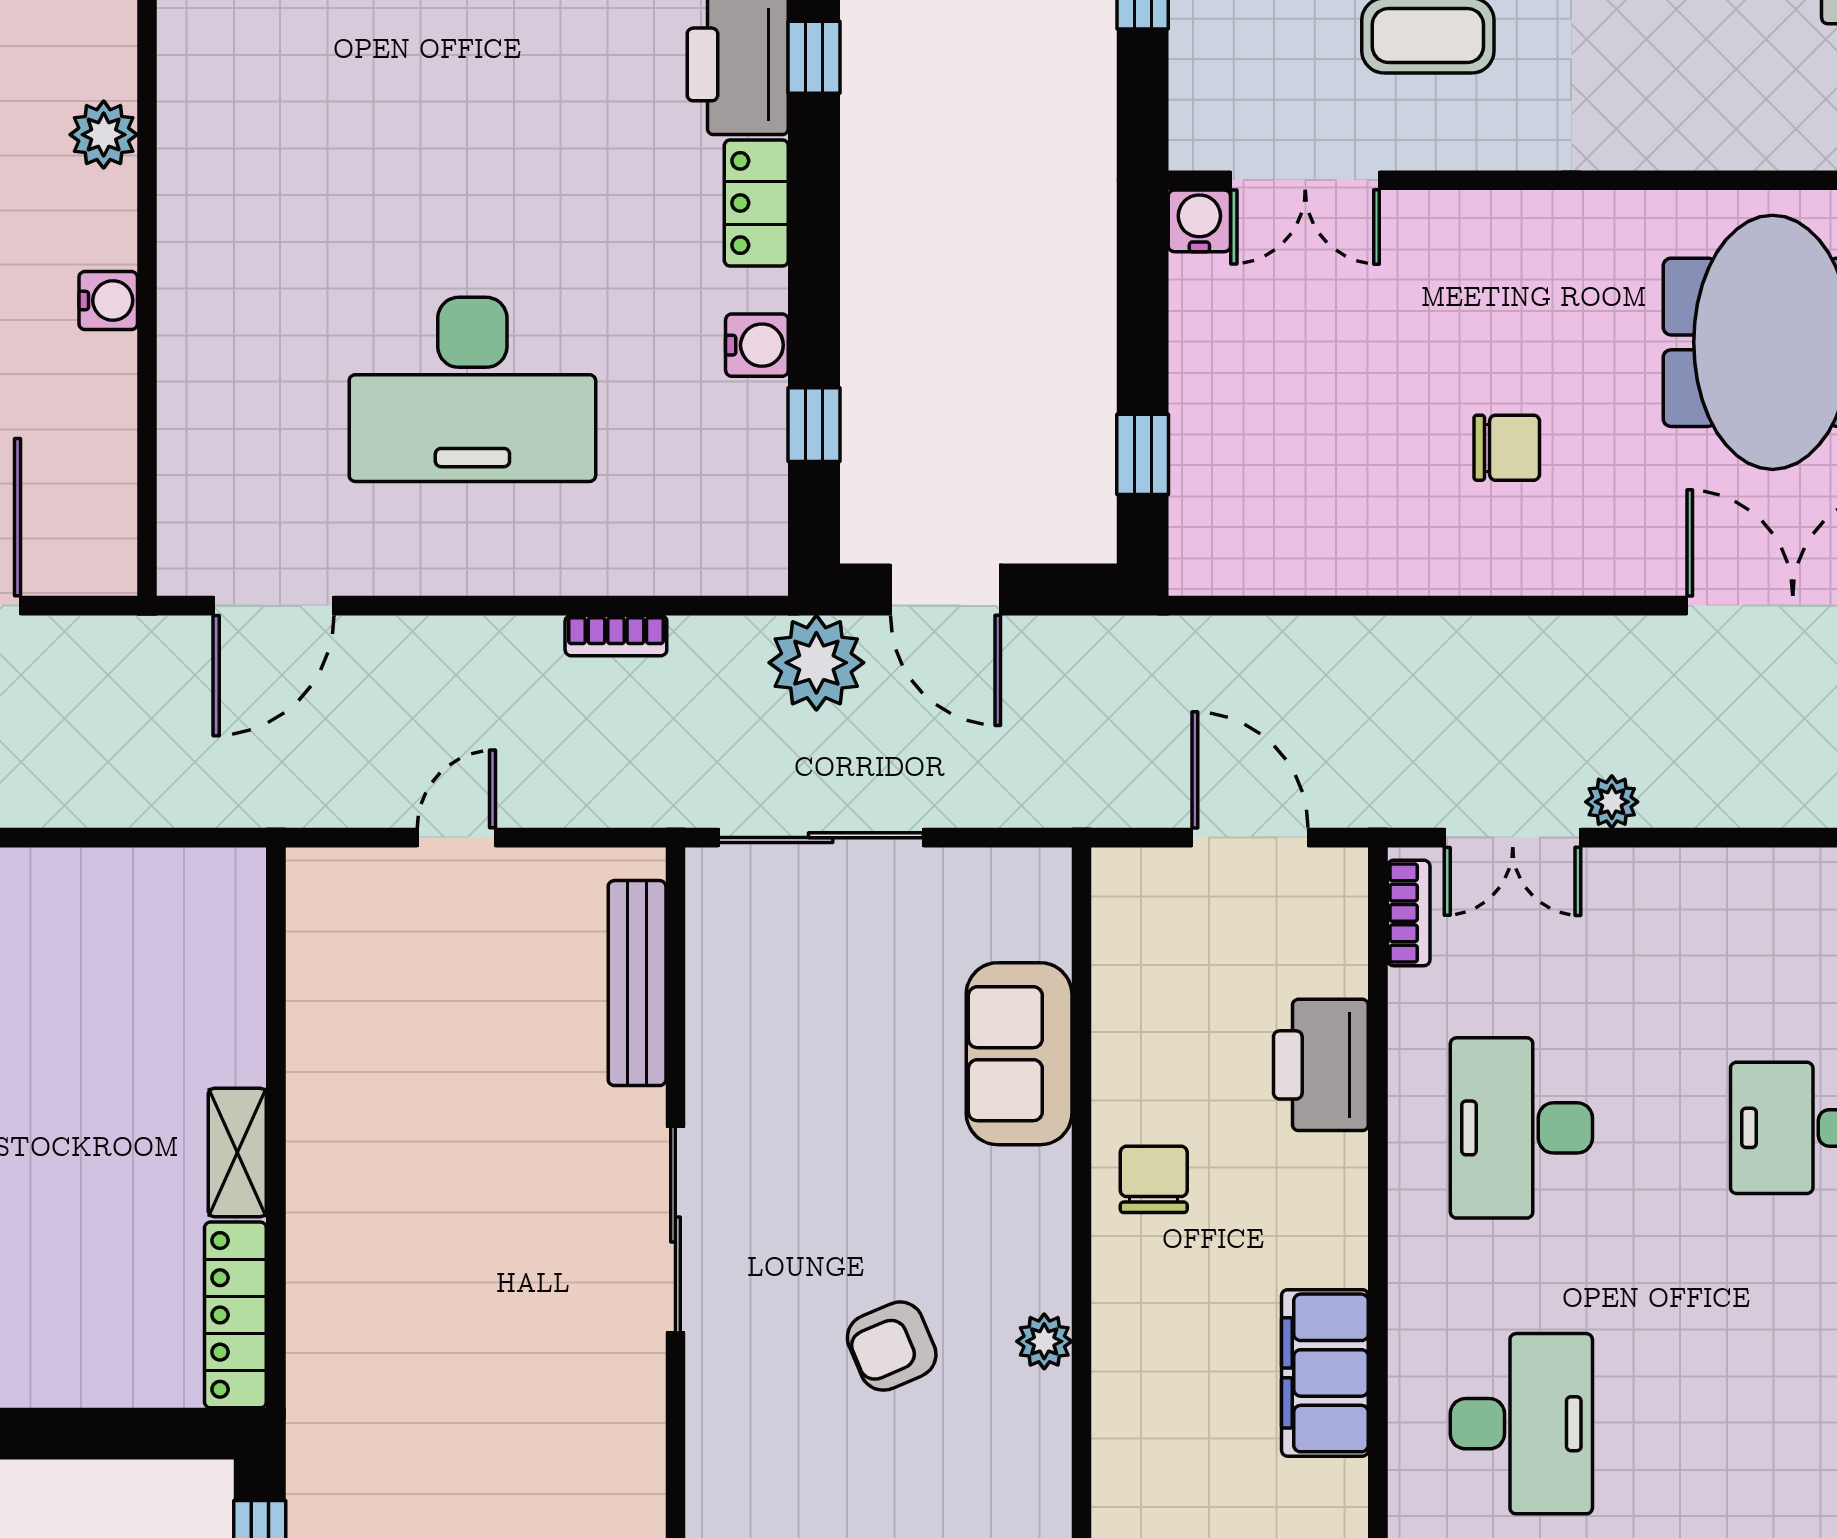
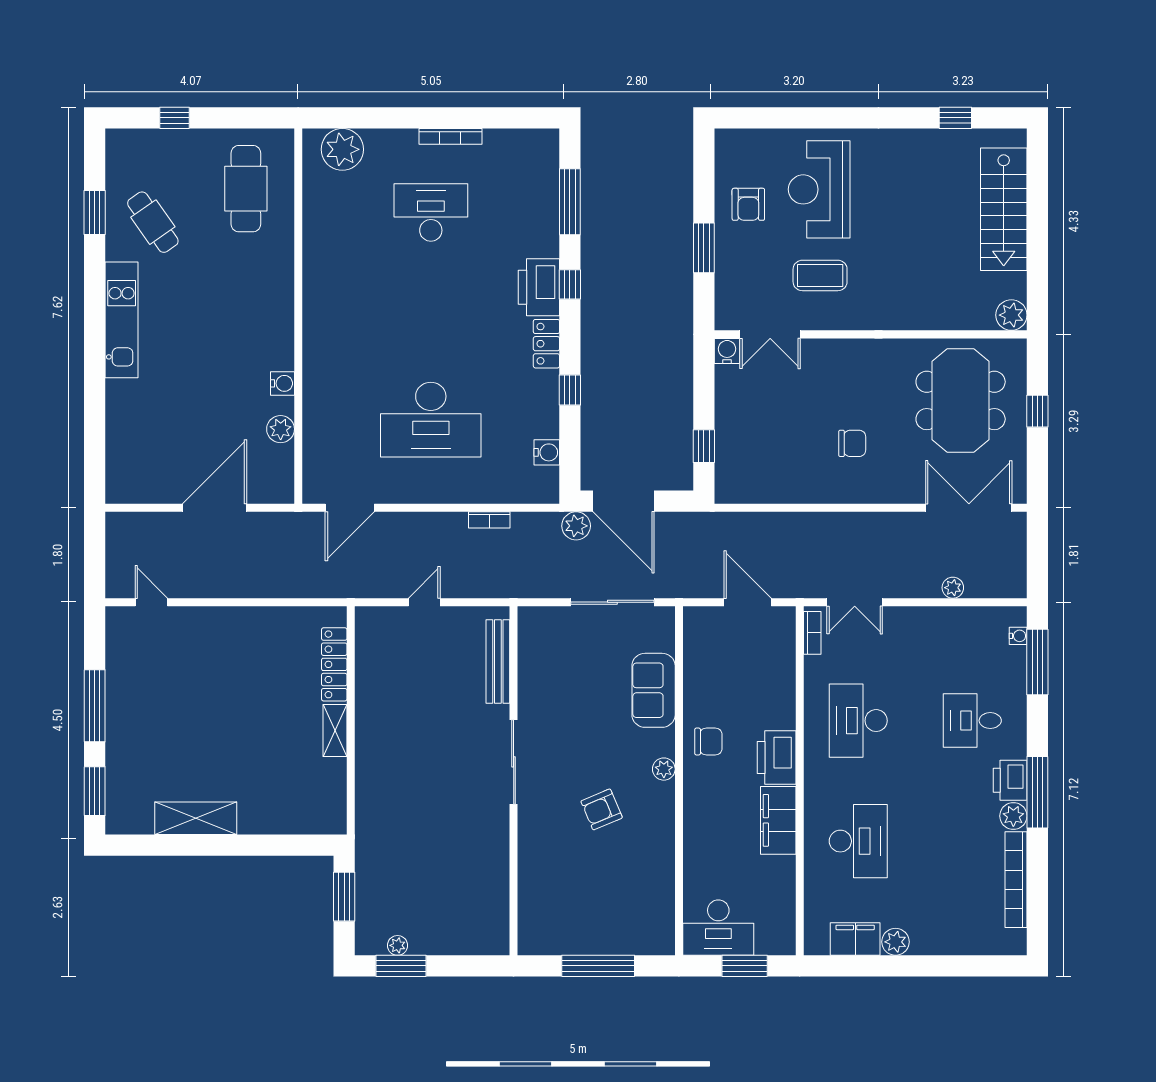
plant: (104, 135) -> (281, 429), moved
water cooler: (757, 345) -> (547, 452), moved
window: (814, 425) -> (570, 390), moved
door: (945, 589) -> (624, 501), width x1.36
plant: (816, 663) -> (576, 526), width x0.73, depth x0.73
plant: (1612, 802) -> (953, 588), moved
sliding door: (821, 838) -> (612, 602), moved
printer: (1321, 1065) -> (777, 757), moved
chair: (1154, 1179) -> (708, 741), turned 90
locker: (235, 1315) -> (334, 664), moved
plant: (1044, 1341) -> (664, 769), moved

